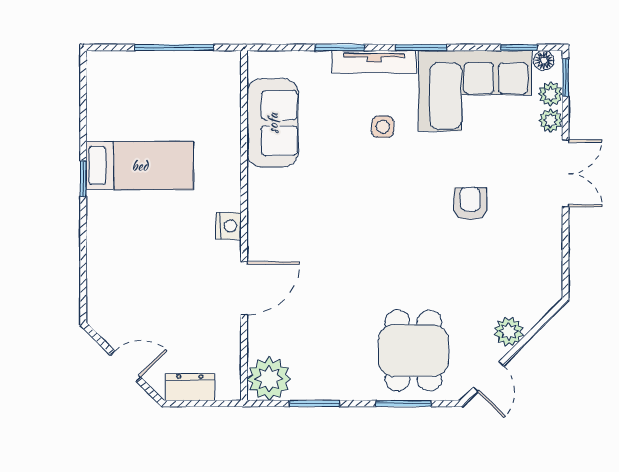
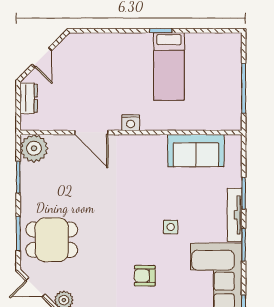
side table: (383, 127) -> (171, 227), moved
armchair: (470, 204) -> (145, 276), turned 180

